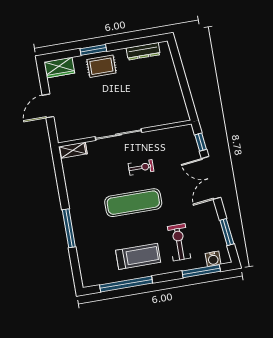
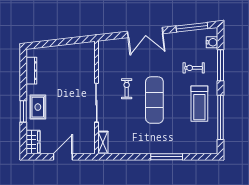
door: (48, 106) -> (63, 157), swing flipped
window: (201, 142) -> (114, 36), removed
window: (227, 232) -> (192, 27), width x1.44
exercise bike: (179, 242) -> (194, 68), width x0.73, depth x0.72
treadmill: (138, 256) -> (199, 104), turned 180
window: (201, 271) -> (220, 65), moved

